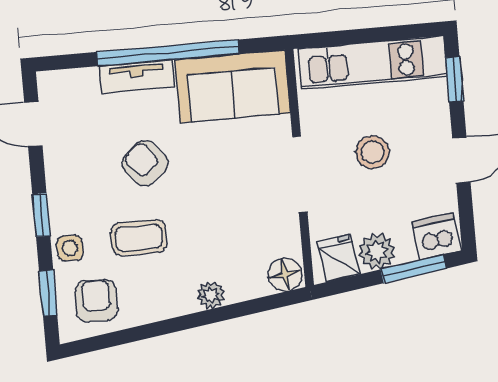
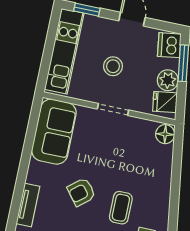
window: (168, 53) -> (25, 161), removed
tv unit: (137, 77) -> (28, 205), moved
doorway: (300, 174) -> (113, 109), width x0.73
plant: (211, 295) -> (164, 178), removed

